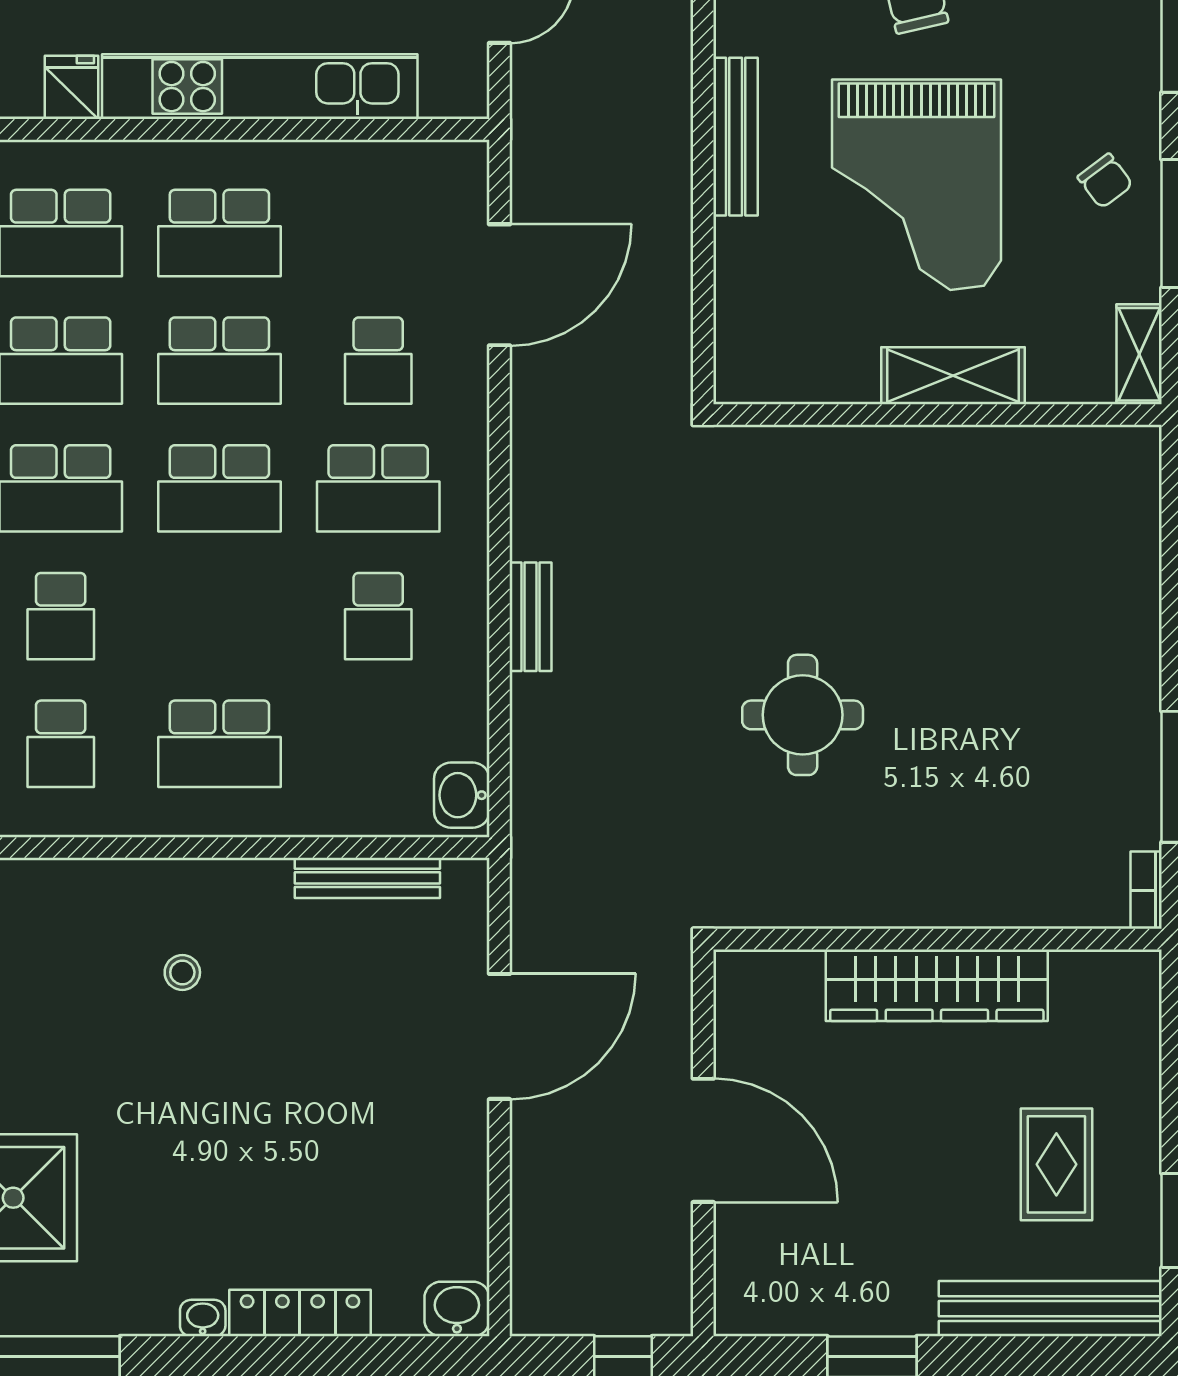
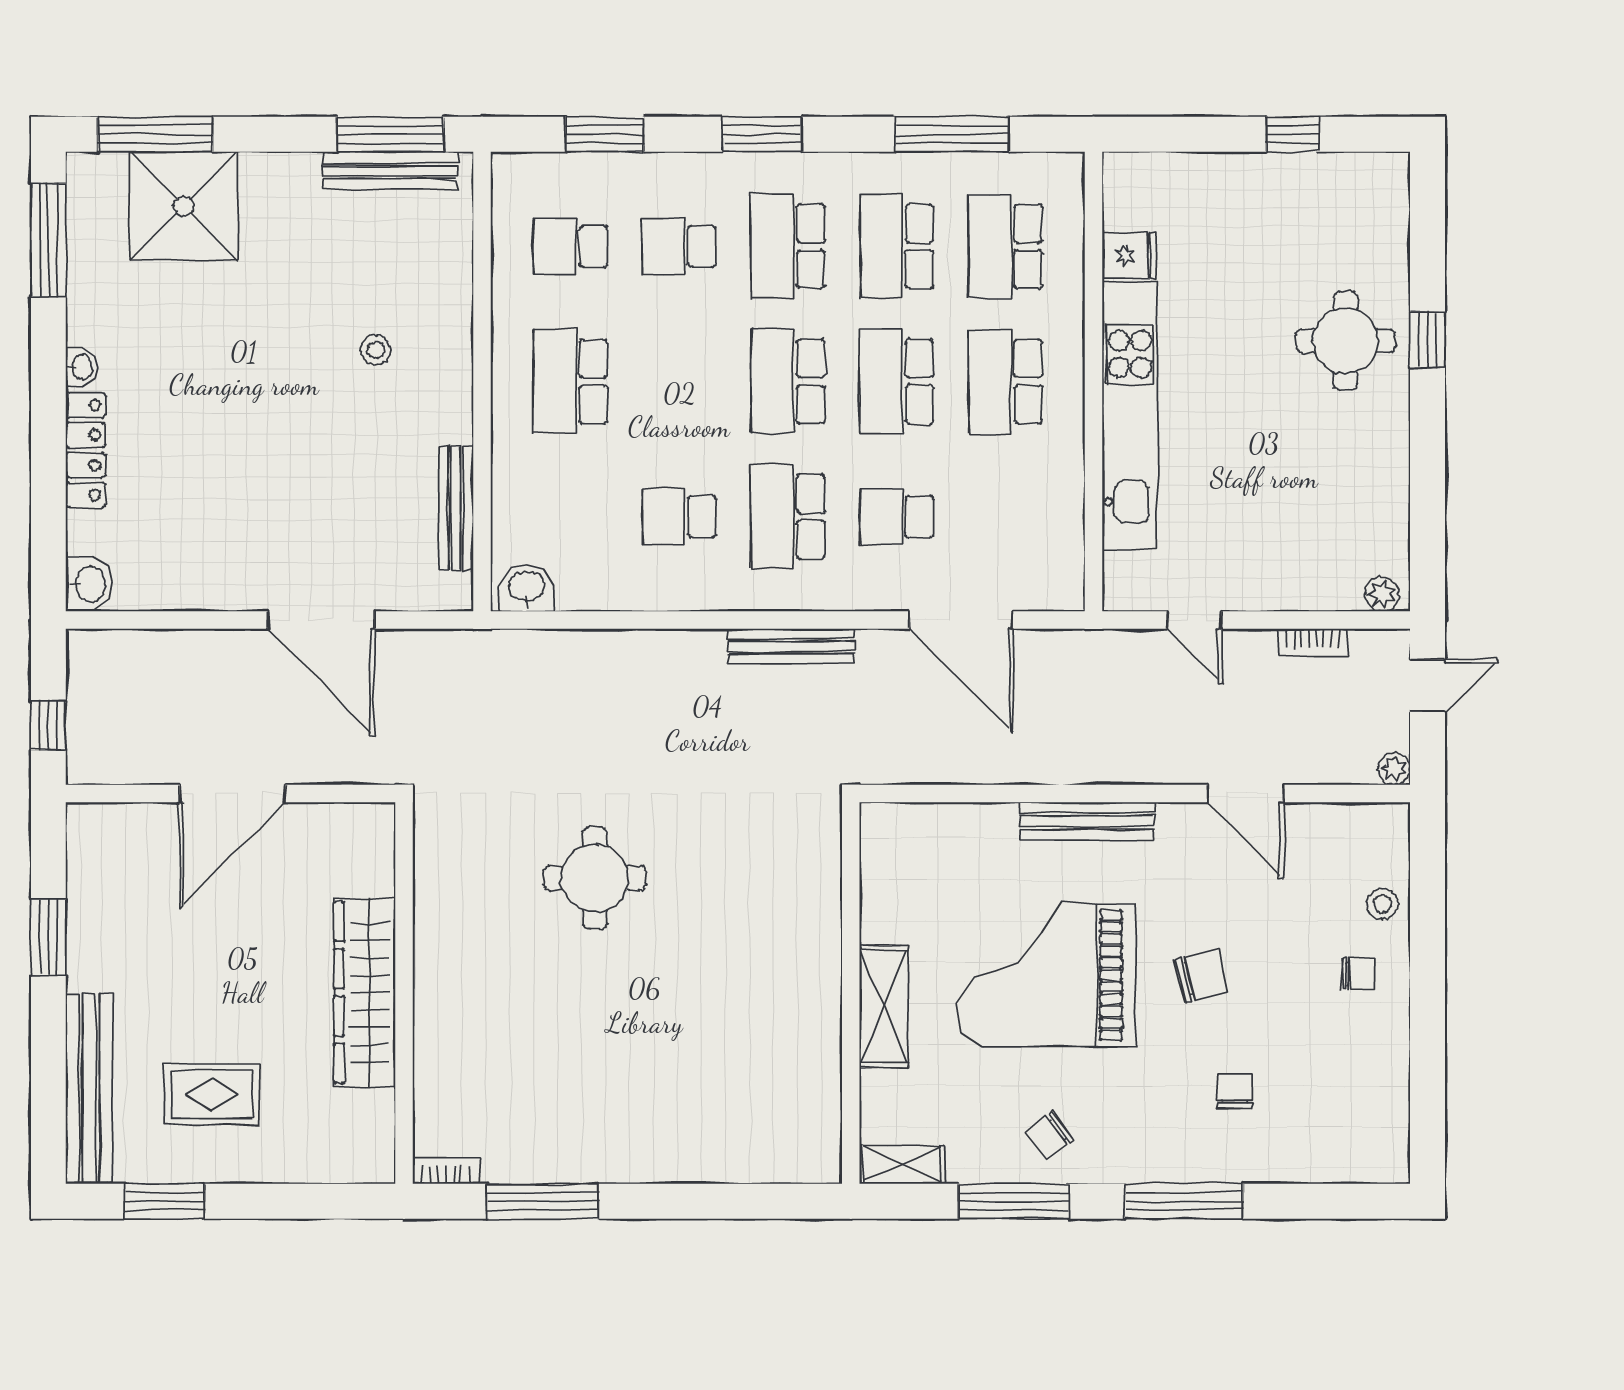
bench: (531, 617) -> (791, 646), moved, width x1.36

